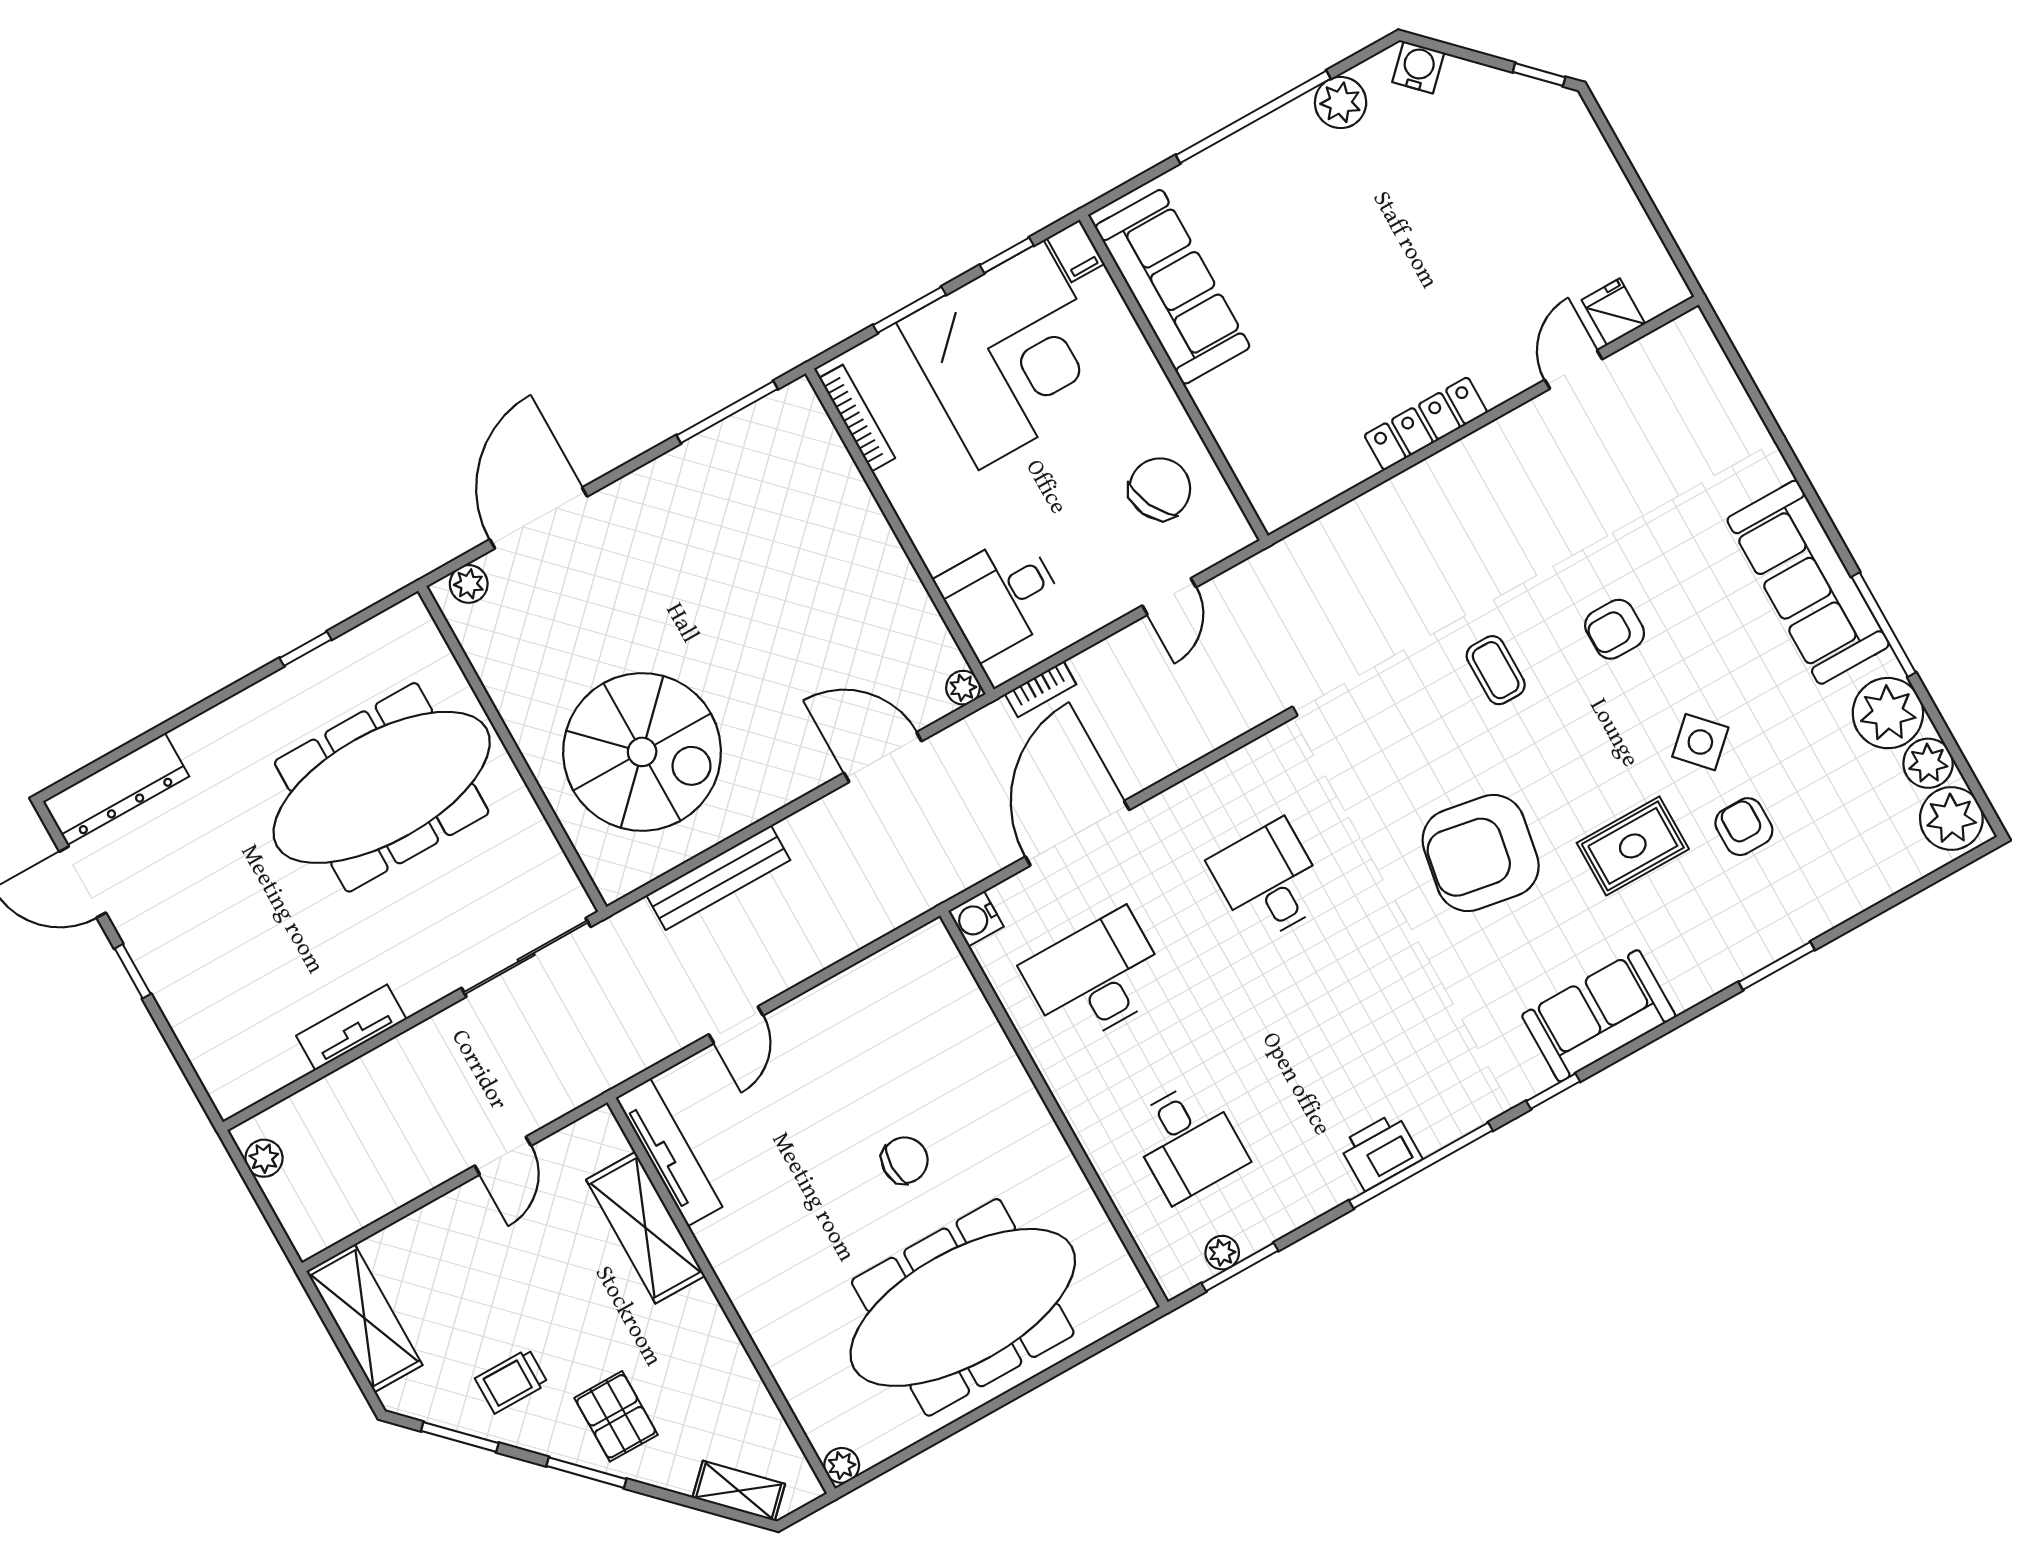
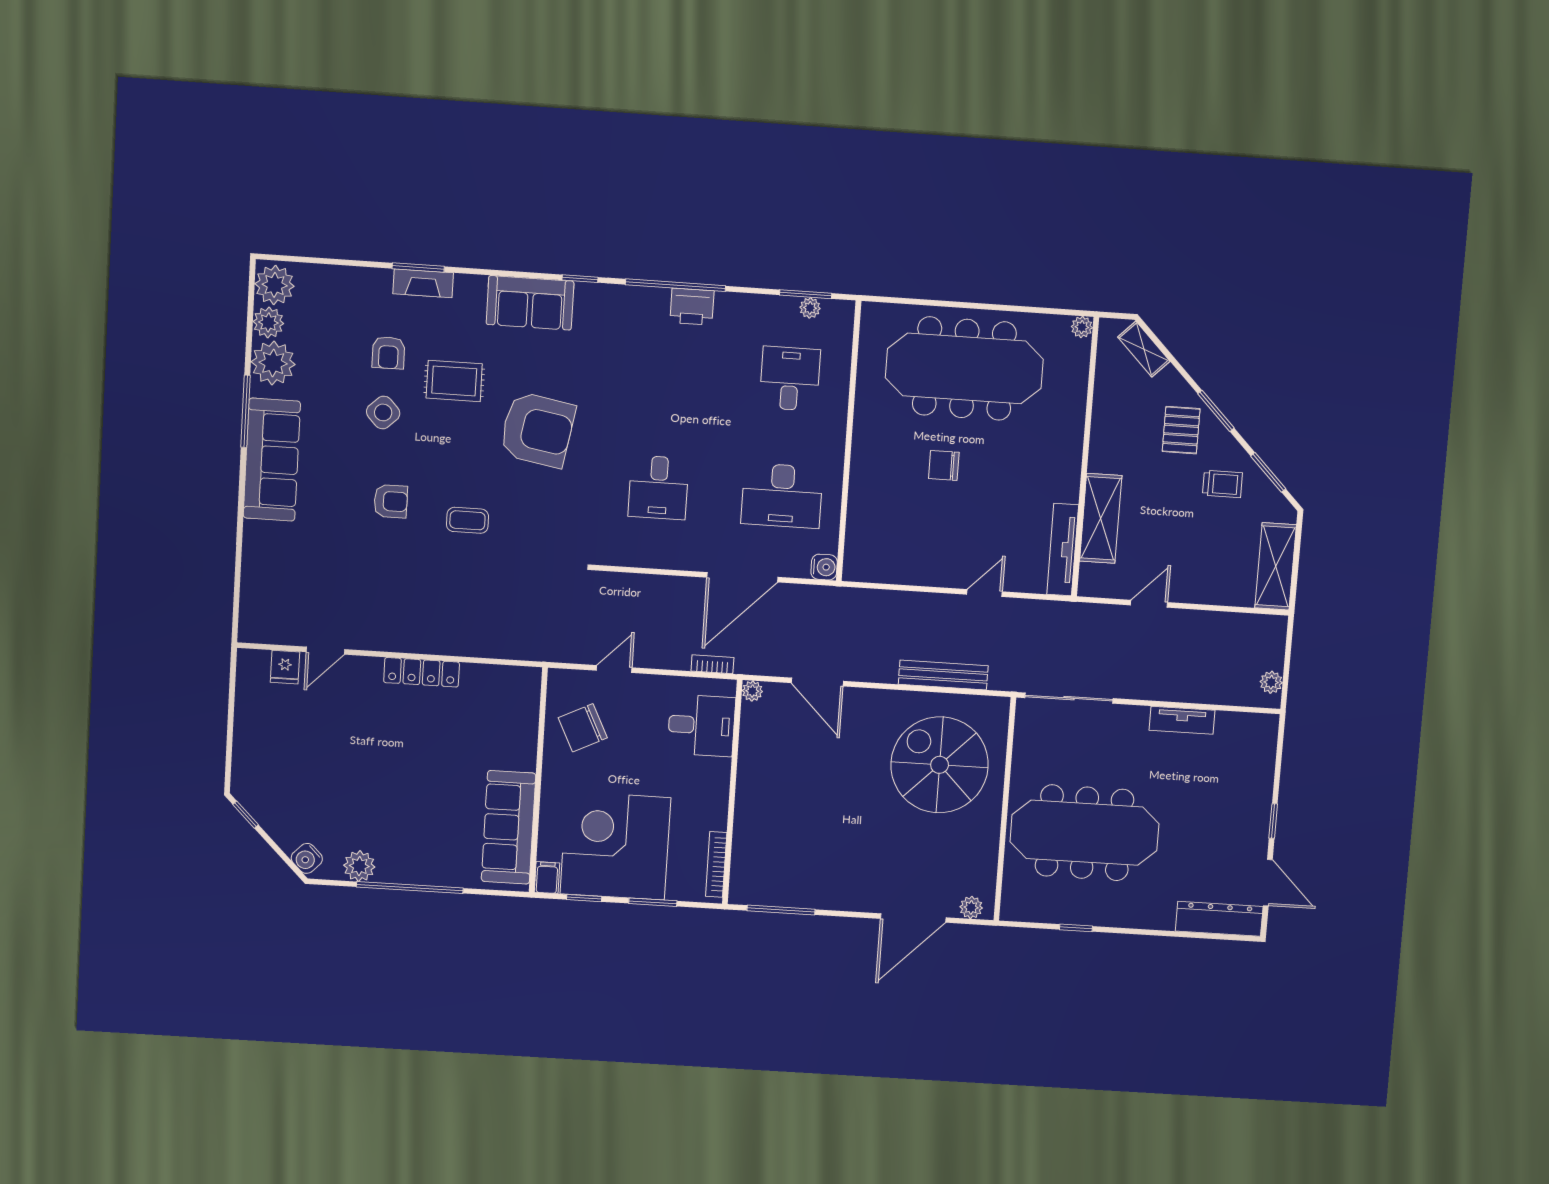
coffee table: (1496, 670) -> (467, 520), turned 90
fireplace: (1757, 949) -> (423, 283), added

